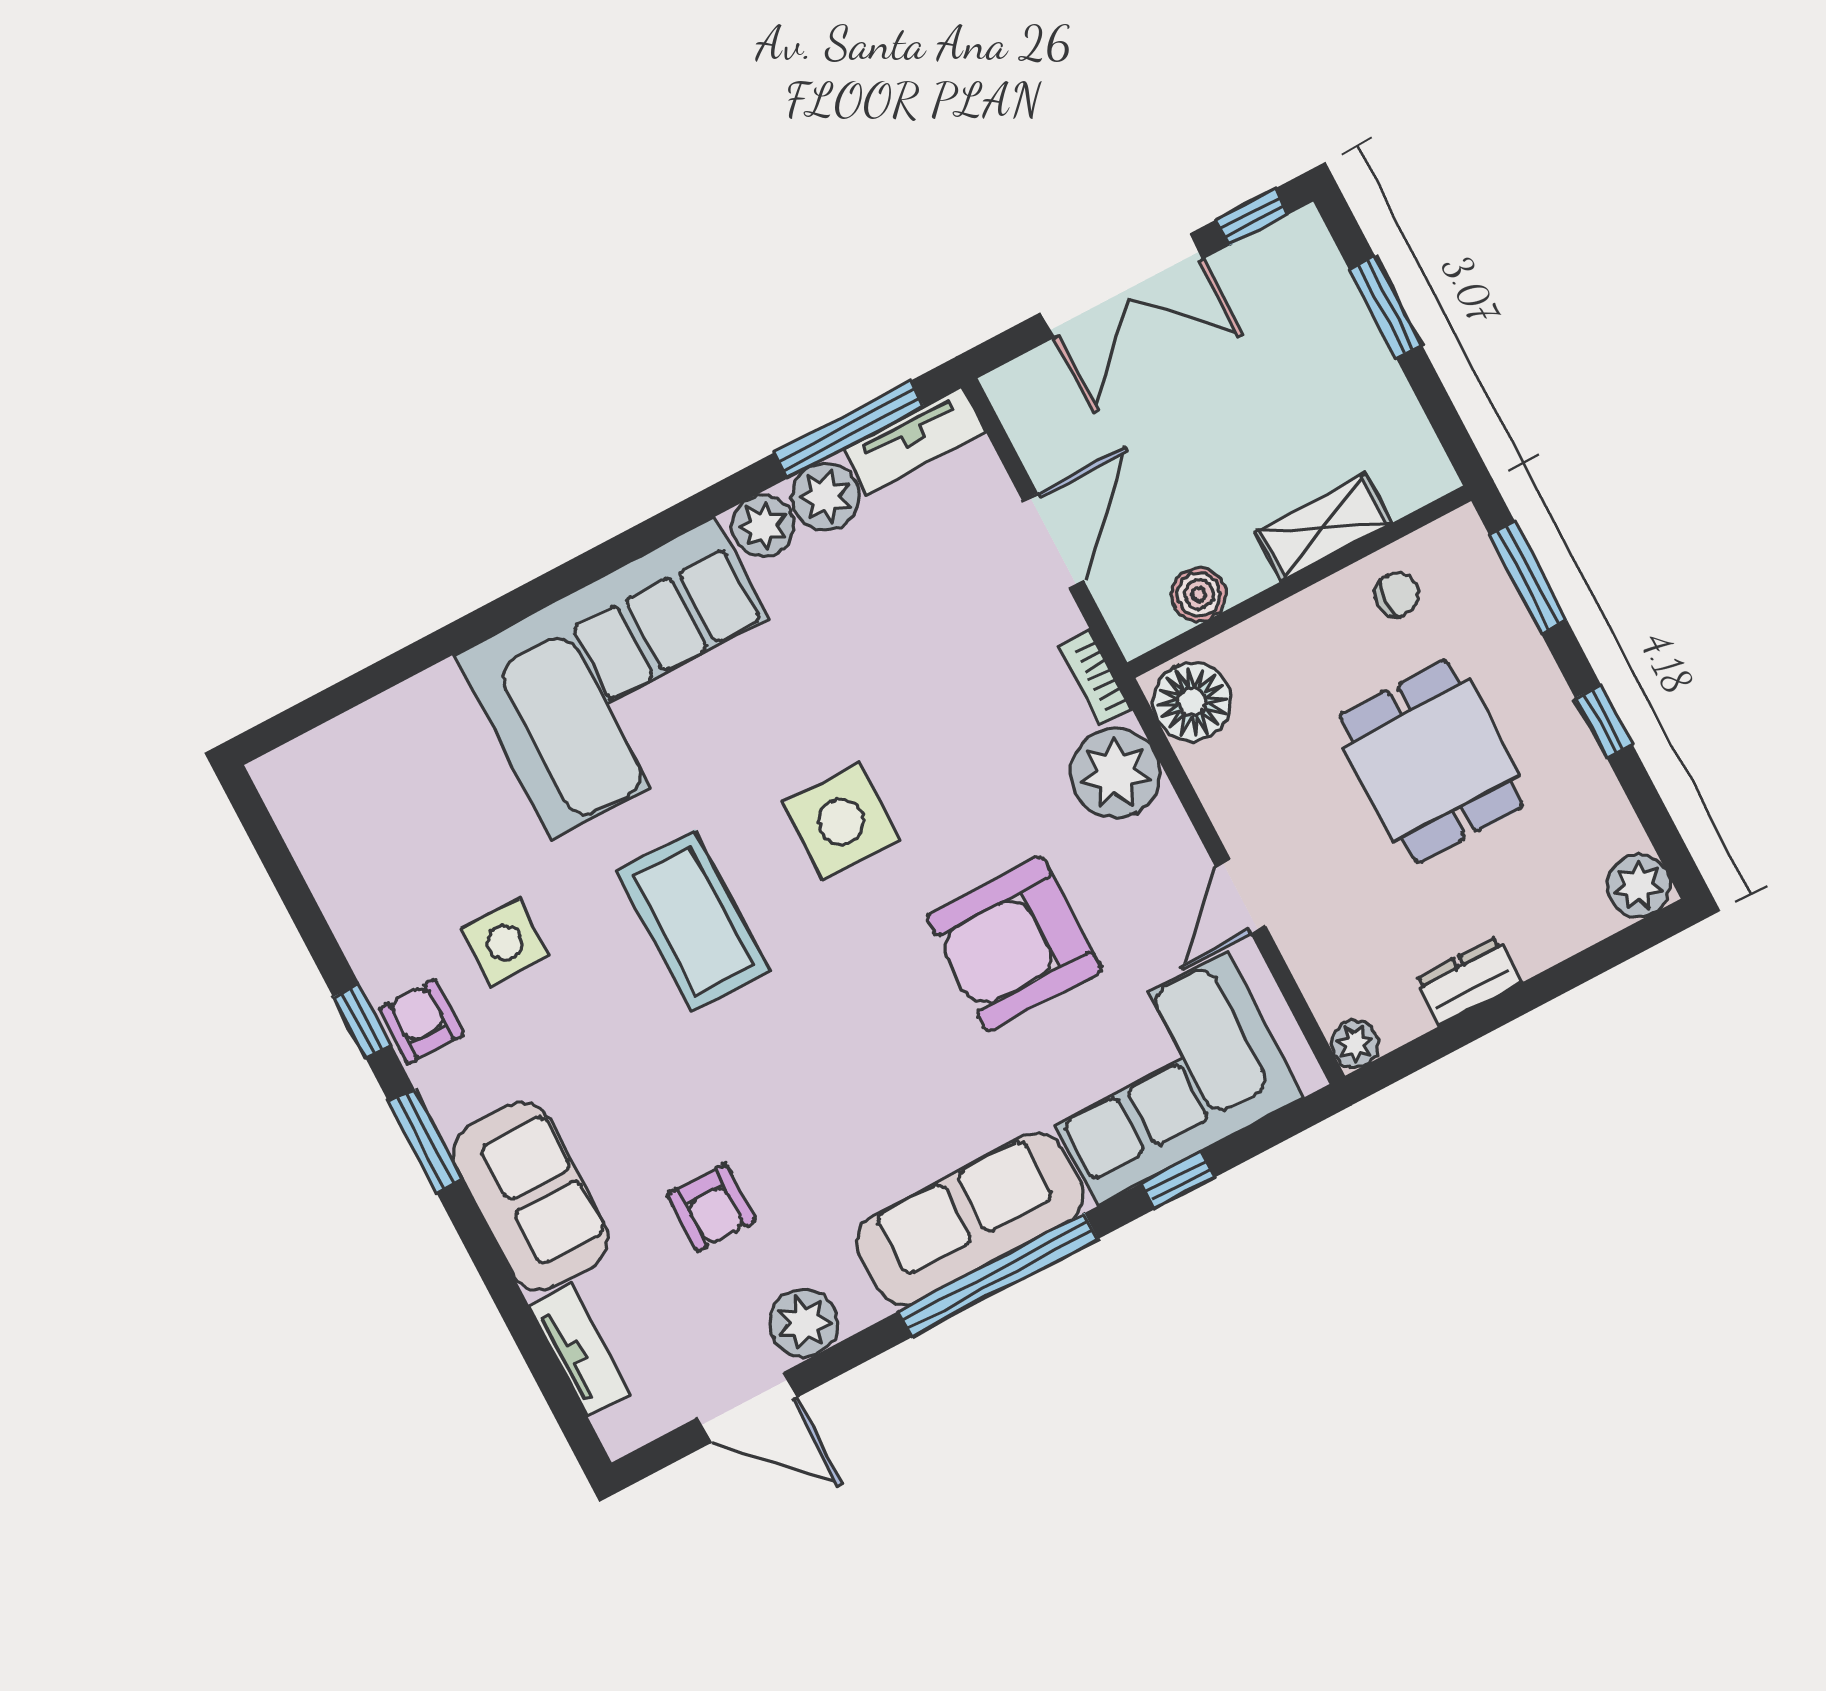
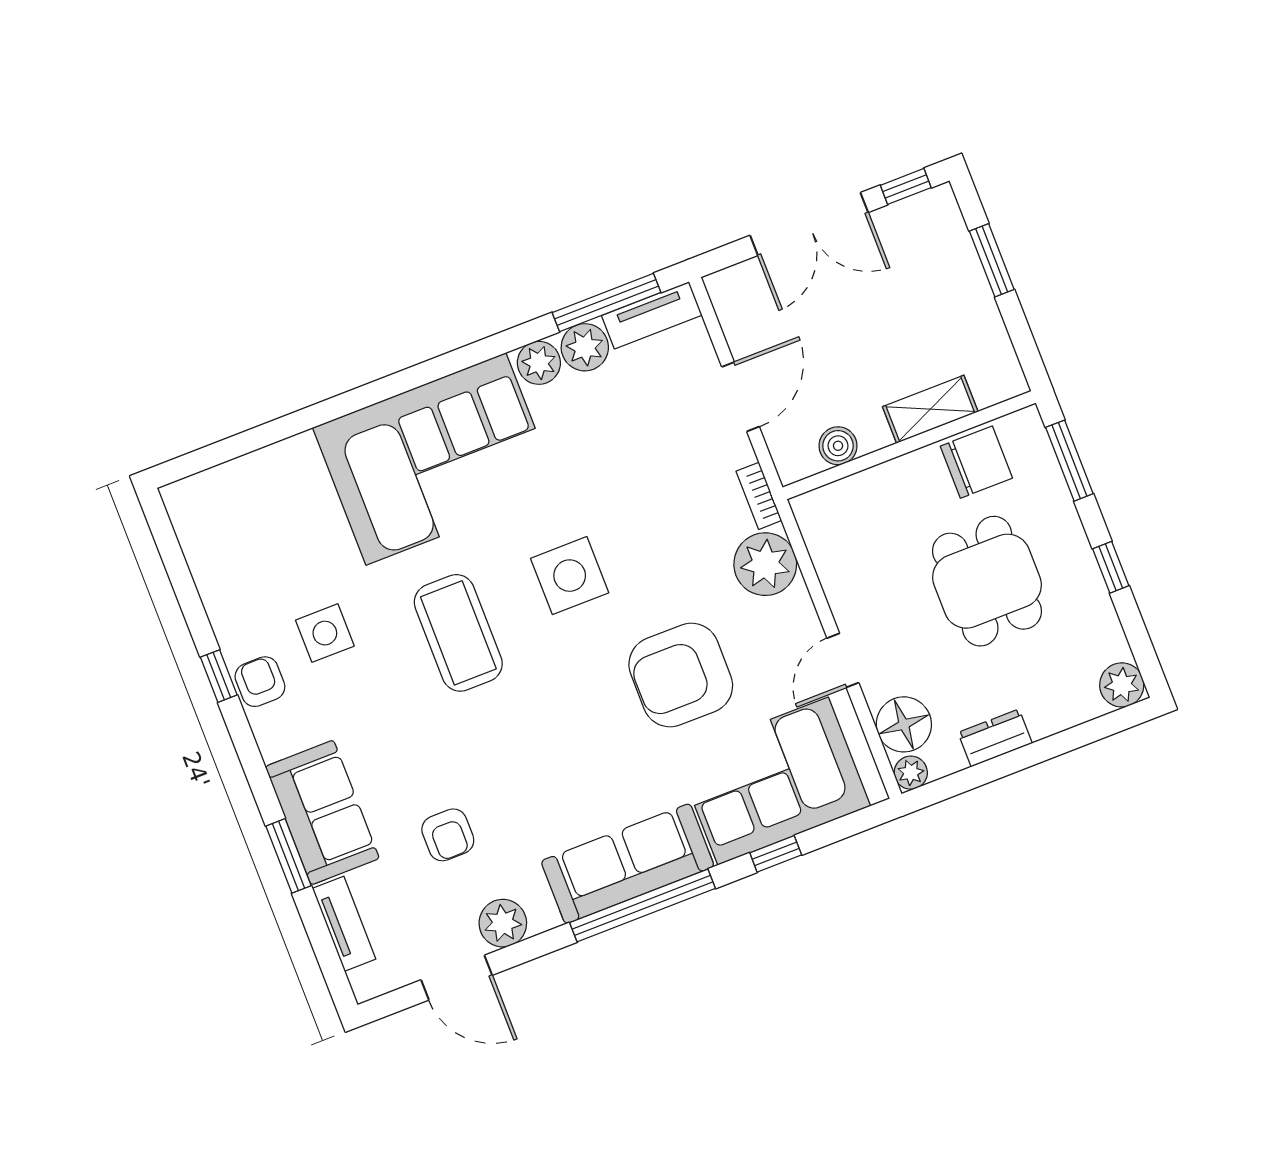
chair: (1397, 595) -> (976, 462), width x1.87, depth x1.87
floor lamp: (1192, 702) -> (904, 724), moved
window: (426, 1141) -> (288, 856), moved

